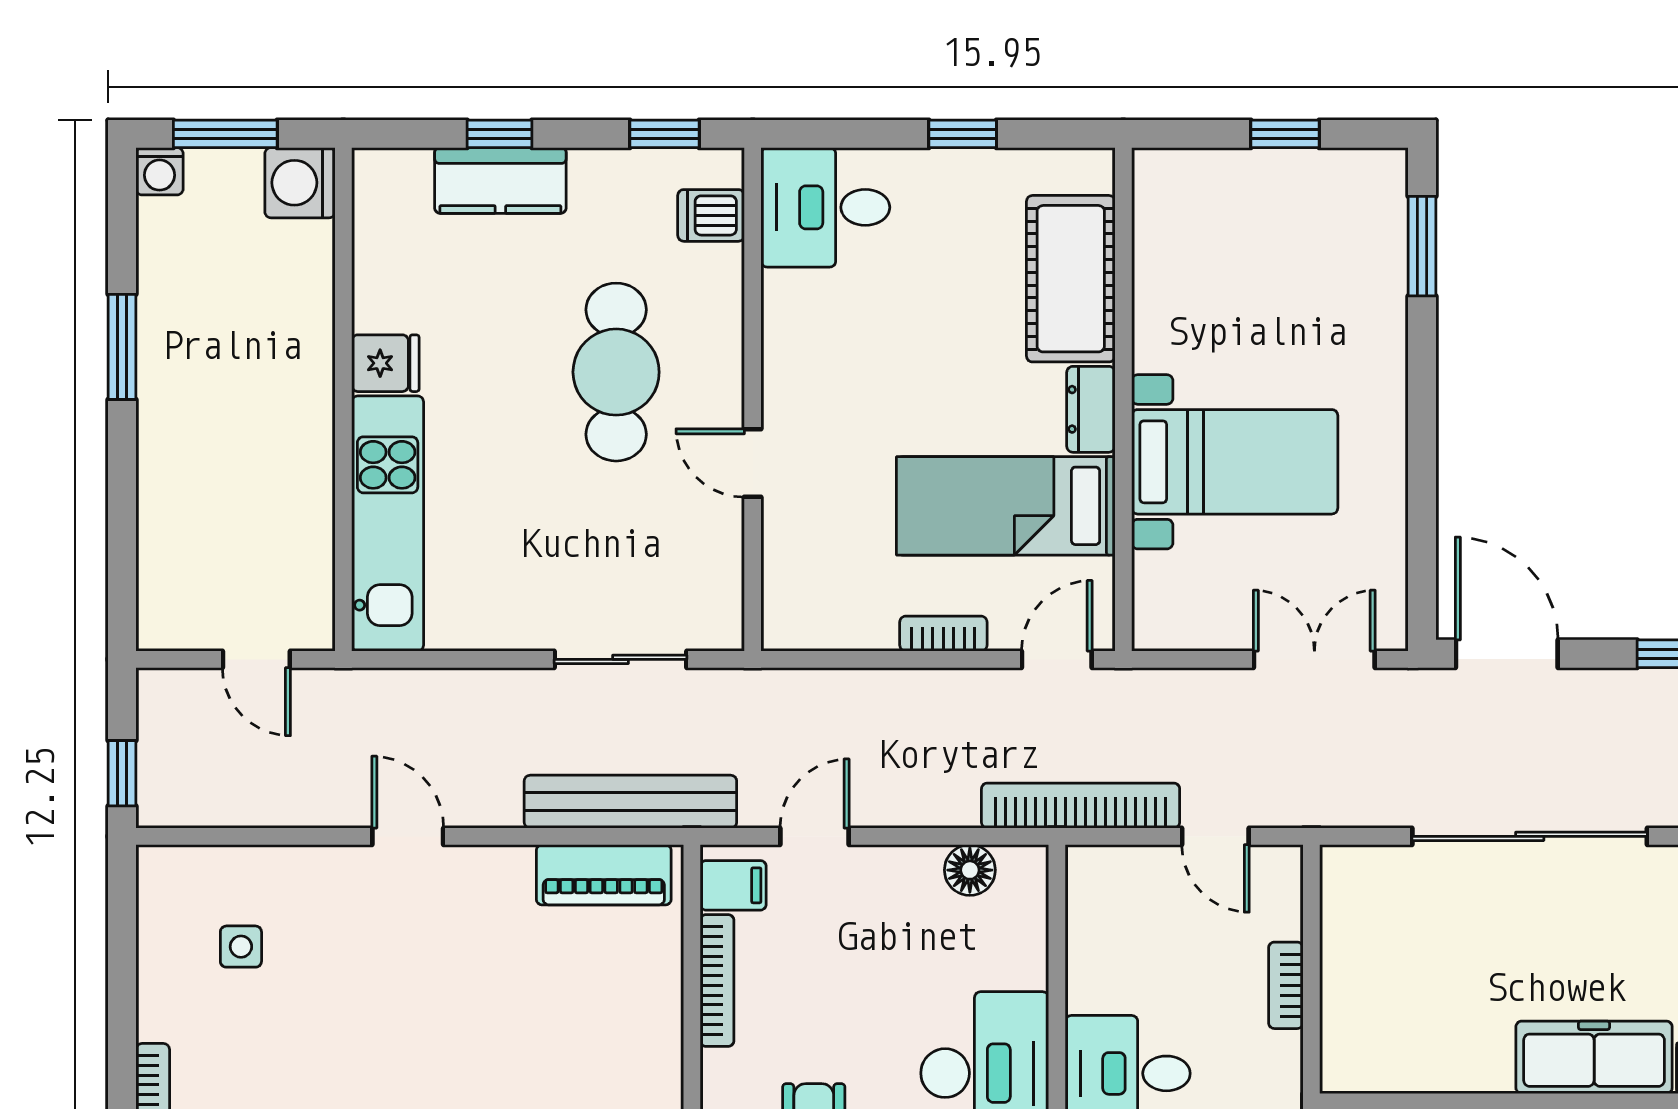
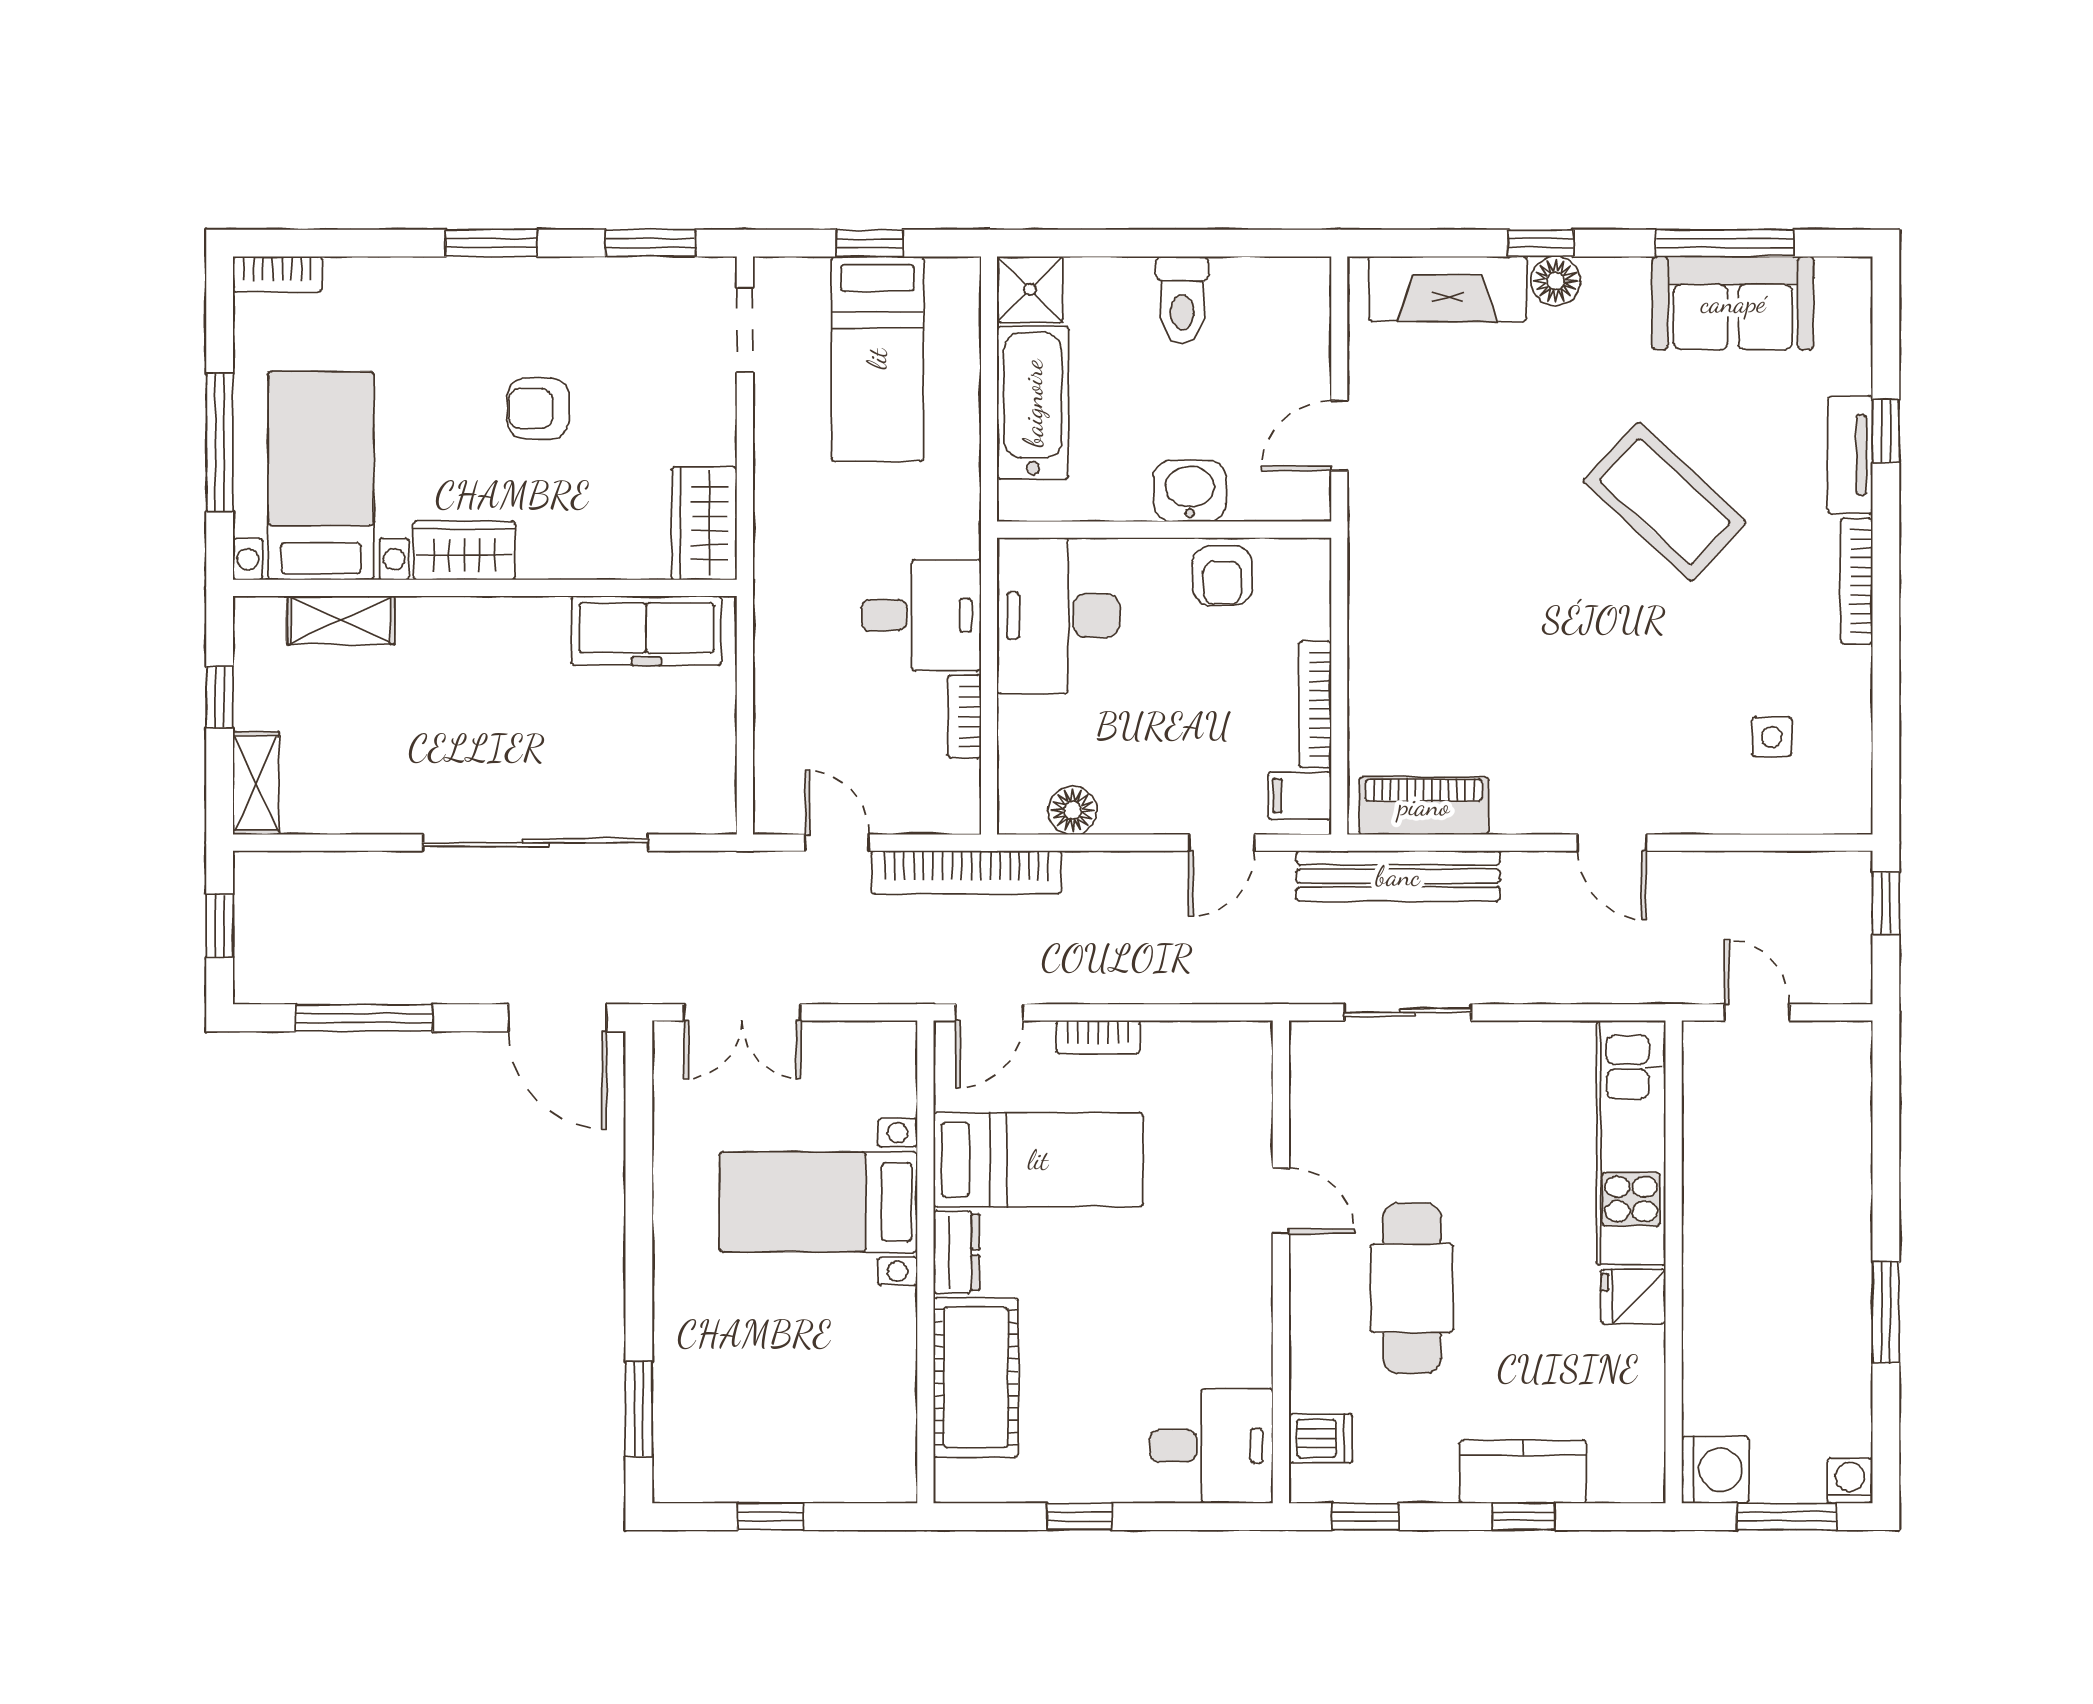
bookcase: (1286, 985) -> (964, 717), moved, turned 180
freezer: (1594, 1057) -> (646, 631), moved

